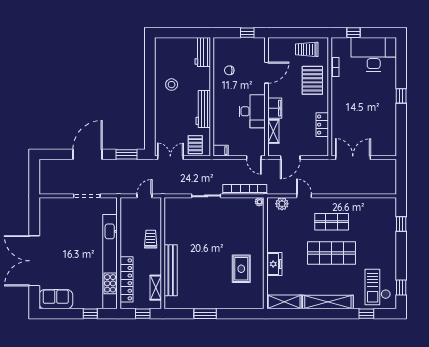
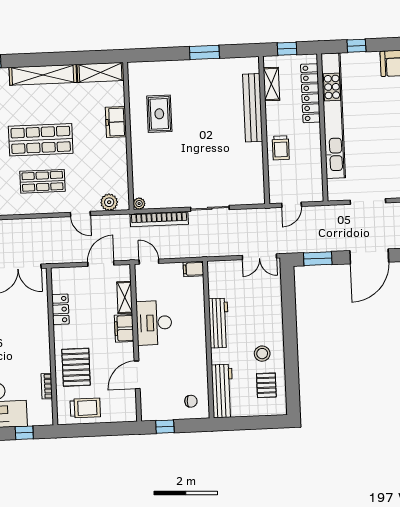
workbench: (203, 52) -> (222, 391), width x1.38
chair: (229, 70) -> (191, 401), moved
pallet: (195, 145) -> (266, 385), moved

